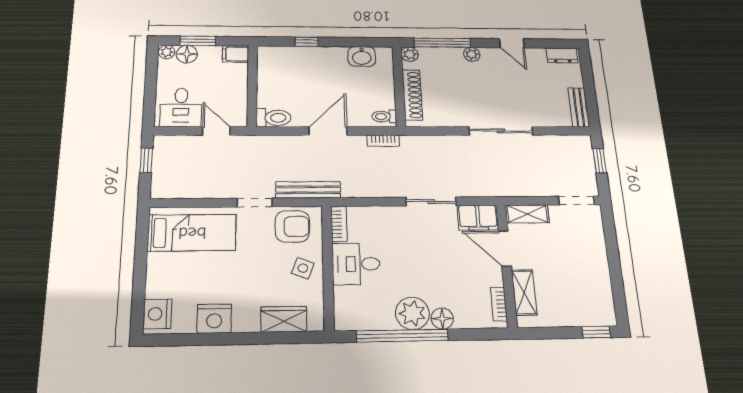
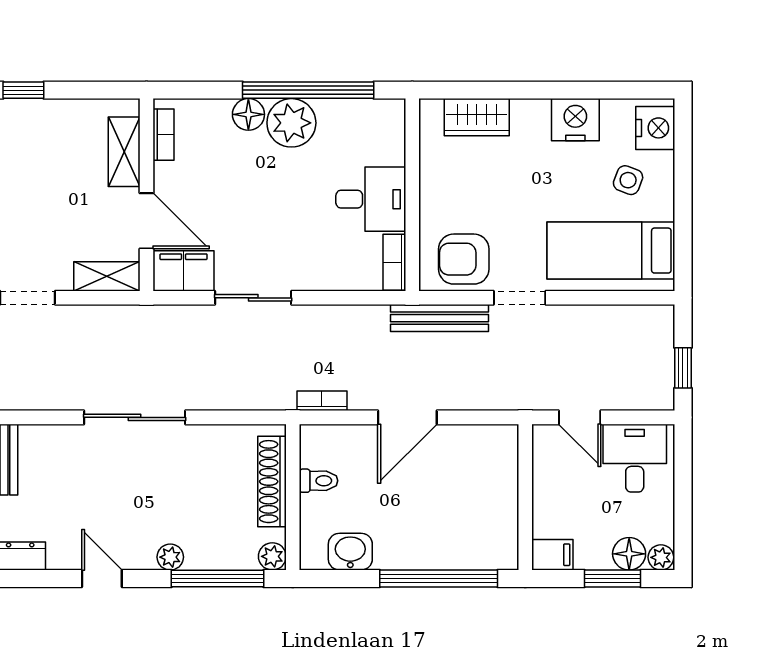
window: (307, 42) -> (439, 578), width x3.17
toilet: (384, 117) -> (318, 481), moved
toilet: (273, 118) -> (492, 440), removed
side table: (303, 268) -> (628, 180), moved

